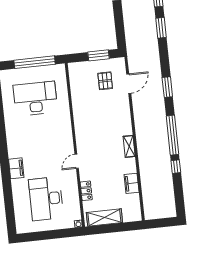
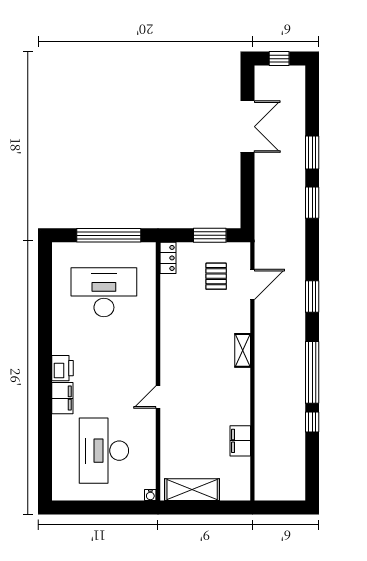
shelving: (129, 146) -> (243, 350), moved
printer: (14, 149) -> (62, 368), added
locker: (86, 191) -> (168, 258), moved

